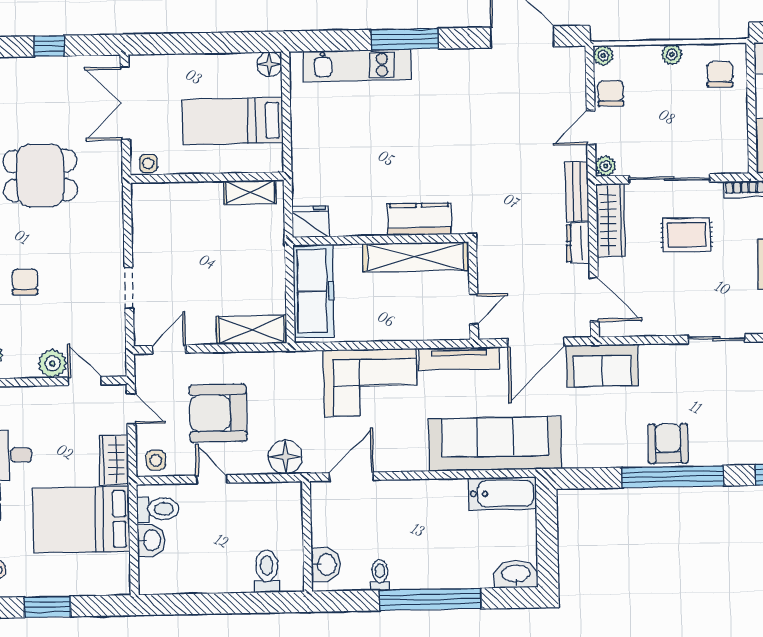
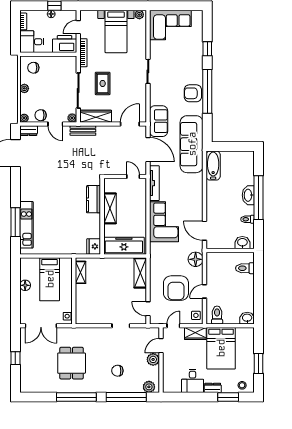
window: (405, 39) -> (15, 222), moved
floor lamp: (269, 64) -> (25, 285), moved
dresser: (578, 243) -> (29, 131), moved
shelving: (415, 257) -> (110, 208), width x0.68
sofa: (495, 444) -> (192, 144), moved
washbasin: (151, 540) -> (247, 318), moved
washbasin: (516, 574) -> (248, 195), moved

